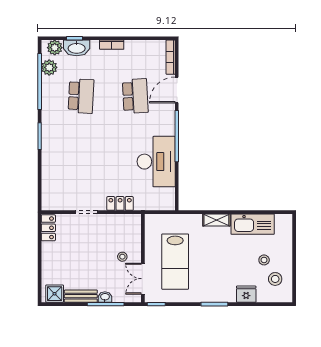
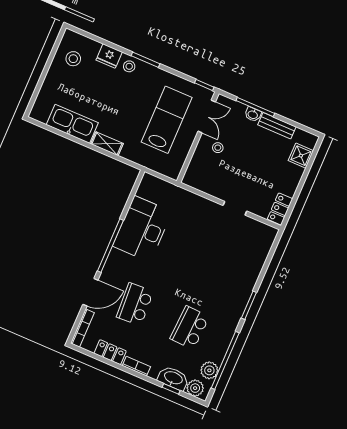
locker: (120, 203) -> (110, 352), moved, turned 180
stool: (264, 260) -> (129, 66), moved
shower: (55, 294) -> (301, 156), moved

